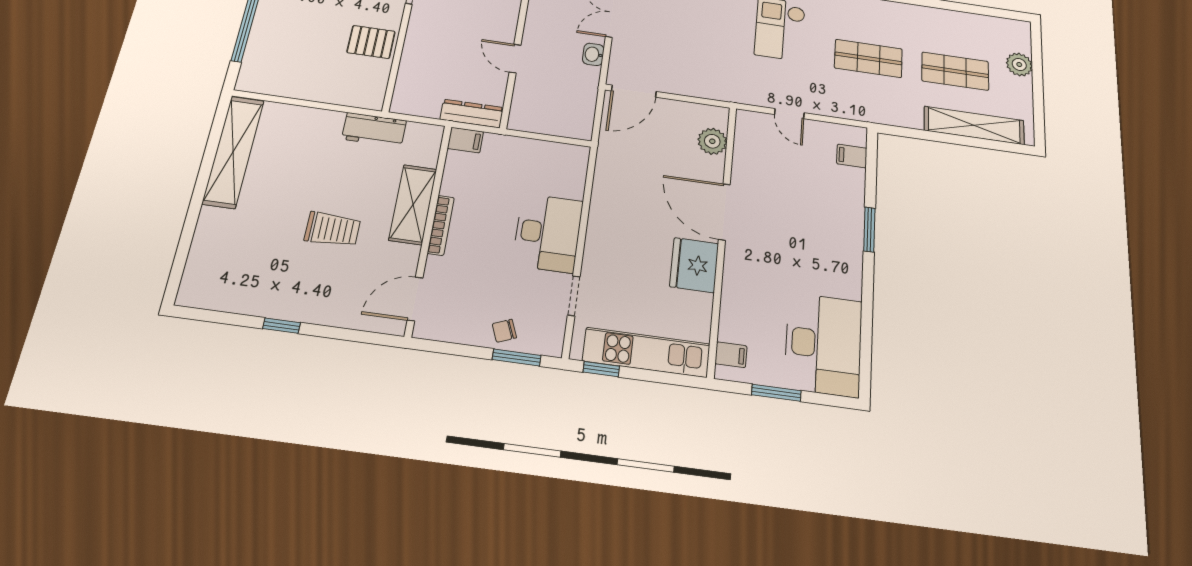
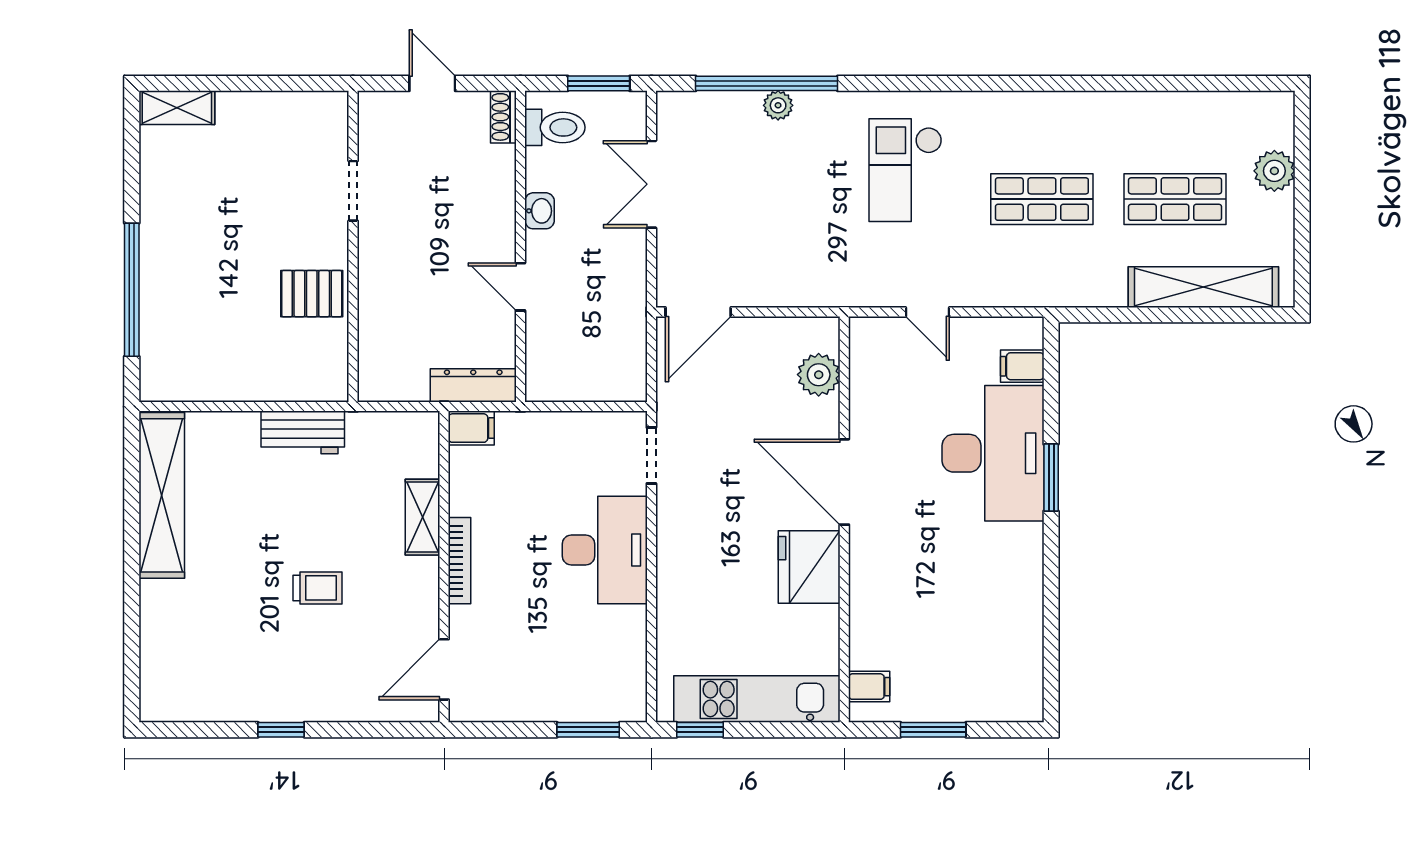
washbasin: (593, 54) -> (540, 211), moved, turned 180
workbench: (374, 130) -> (303, 432), moved
shelving: (413, 204) -> (423, 517), width x0.67, depth x0.75
trolley: (332, 229) -> (318, 588), width x0.73, depth x0.72
doorway: (574, 296) -> (651, 456), moved
chair: (504, 331) -> (567, 696), removed
desk: (823, 344) -> (993, 453), moved

